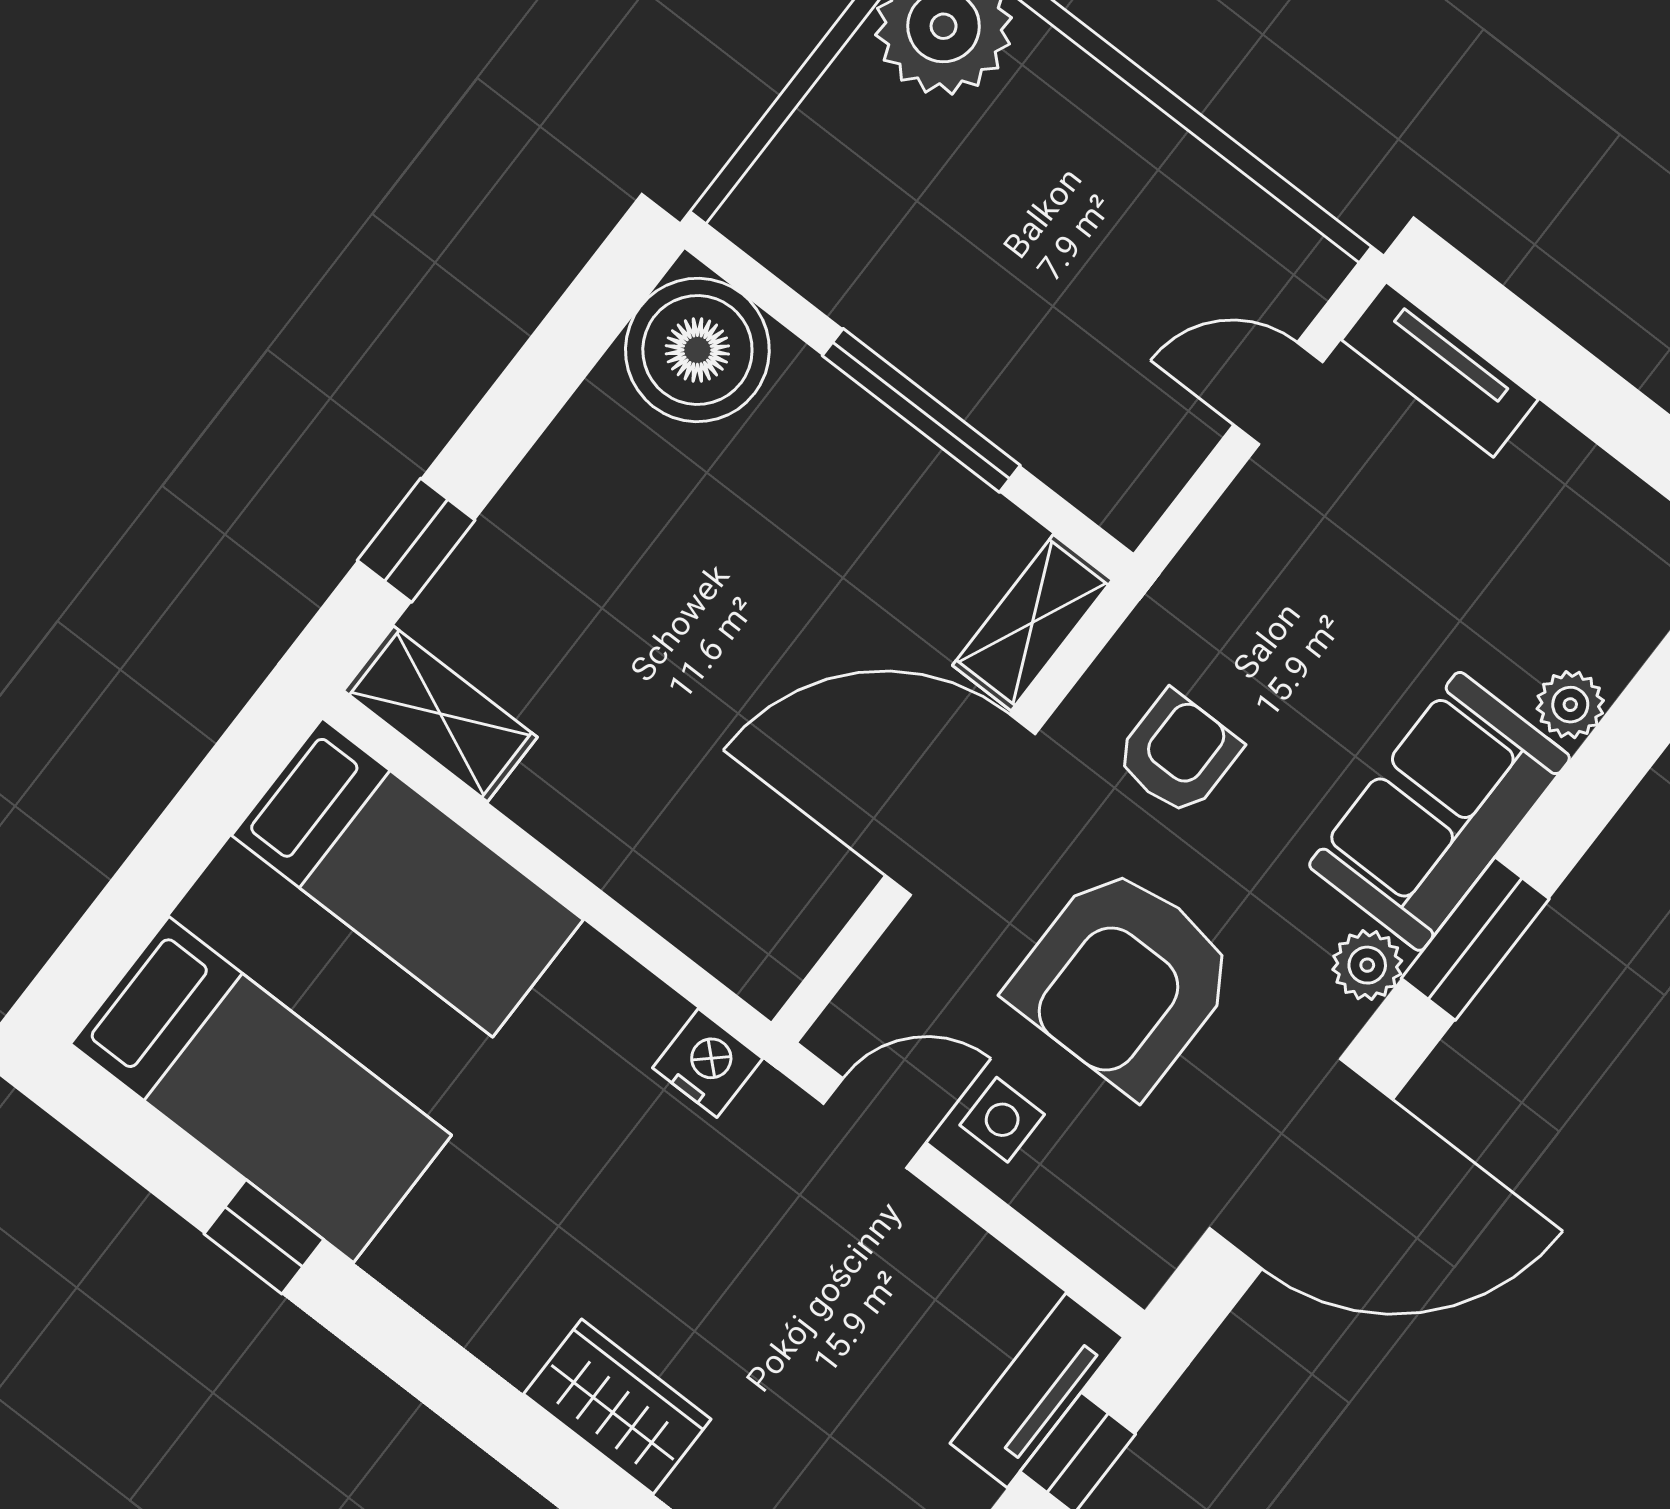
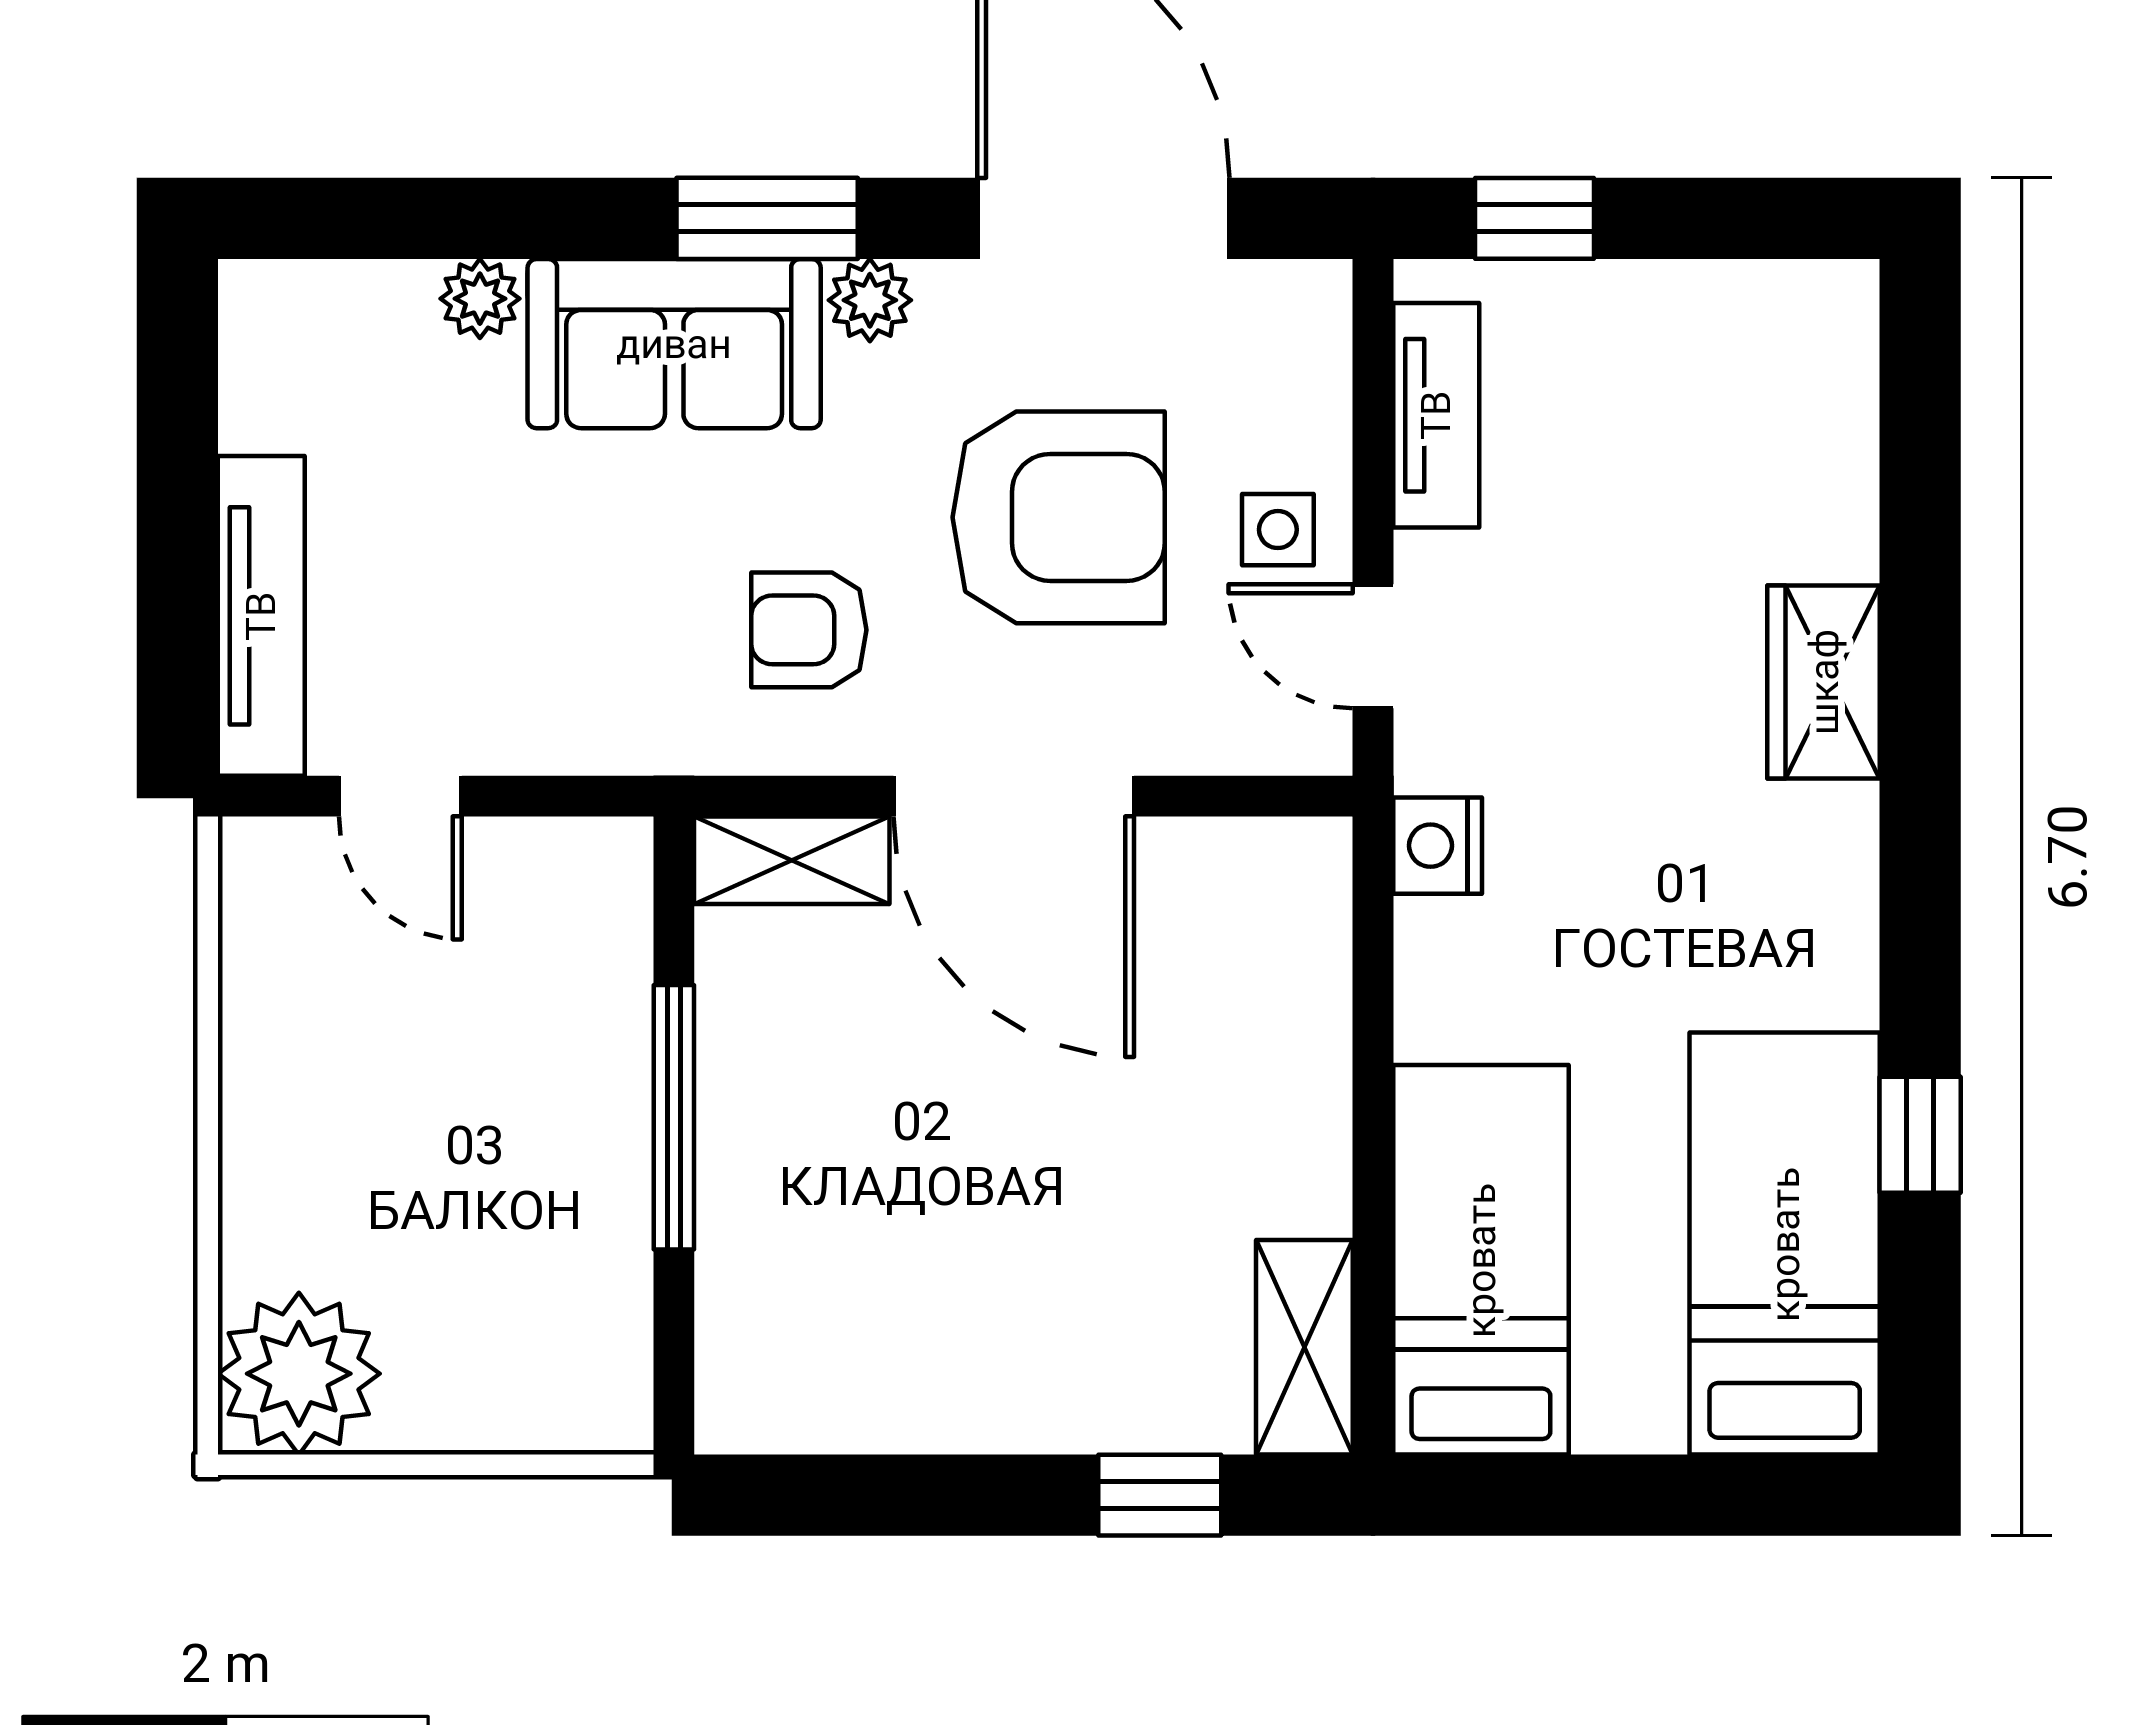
boiler: (697, 350) -> (779, 1370), removed
tv unit: (1440, 370) -> (261, 616), width x1.41
tv unit: (1037, 1390) -> (1436, 415), moved, turned -90

